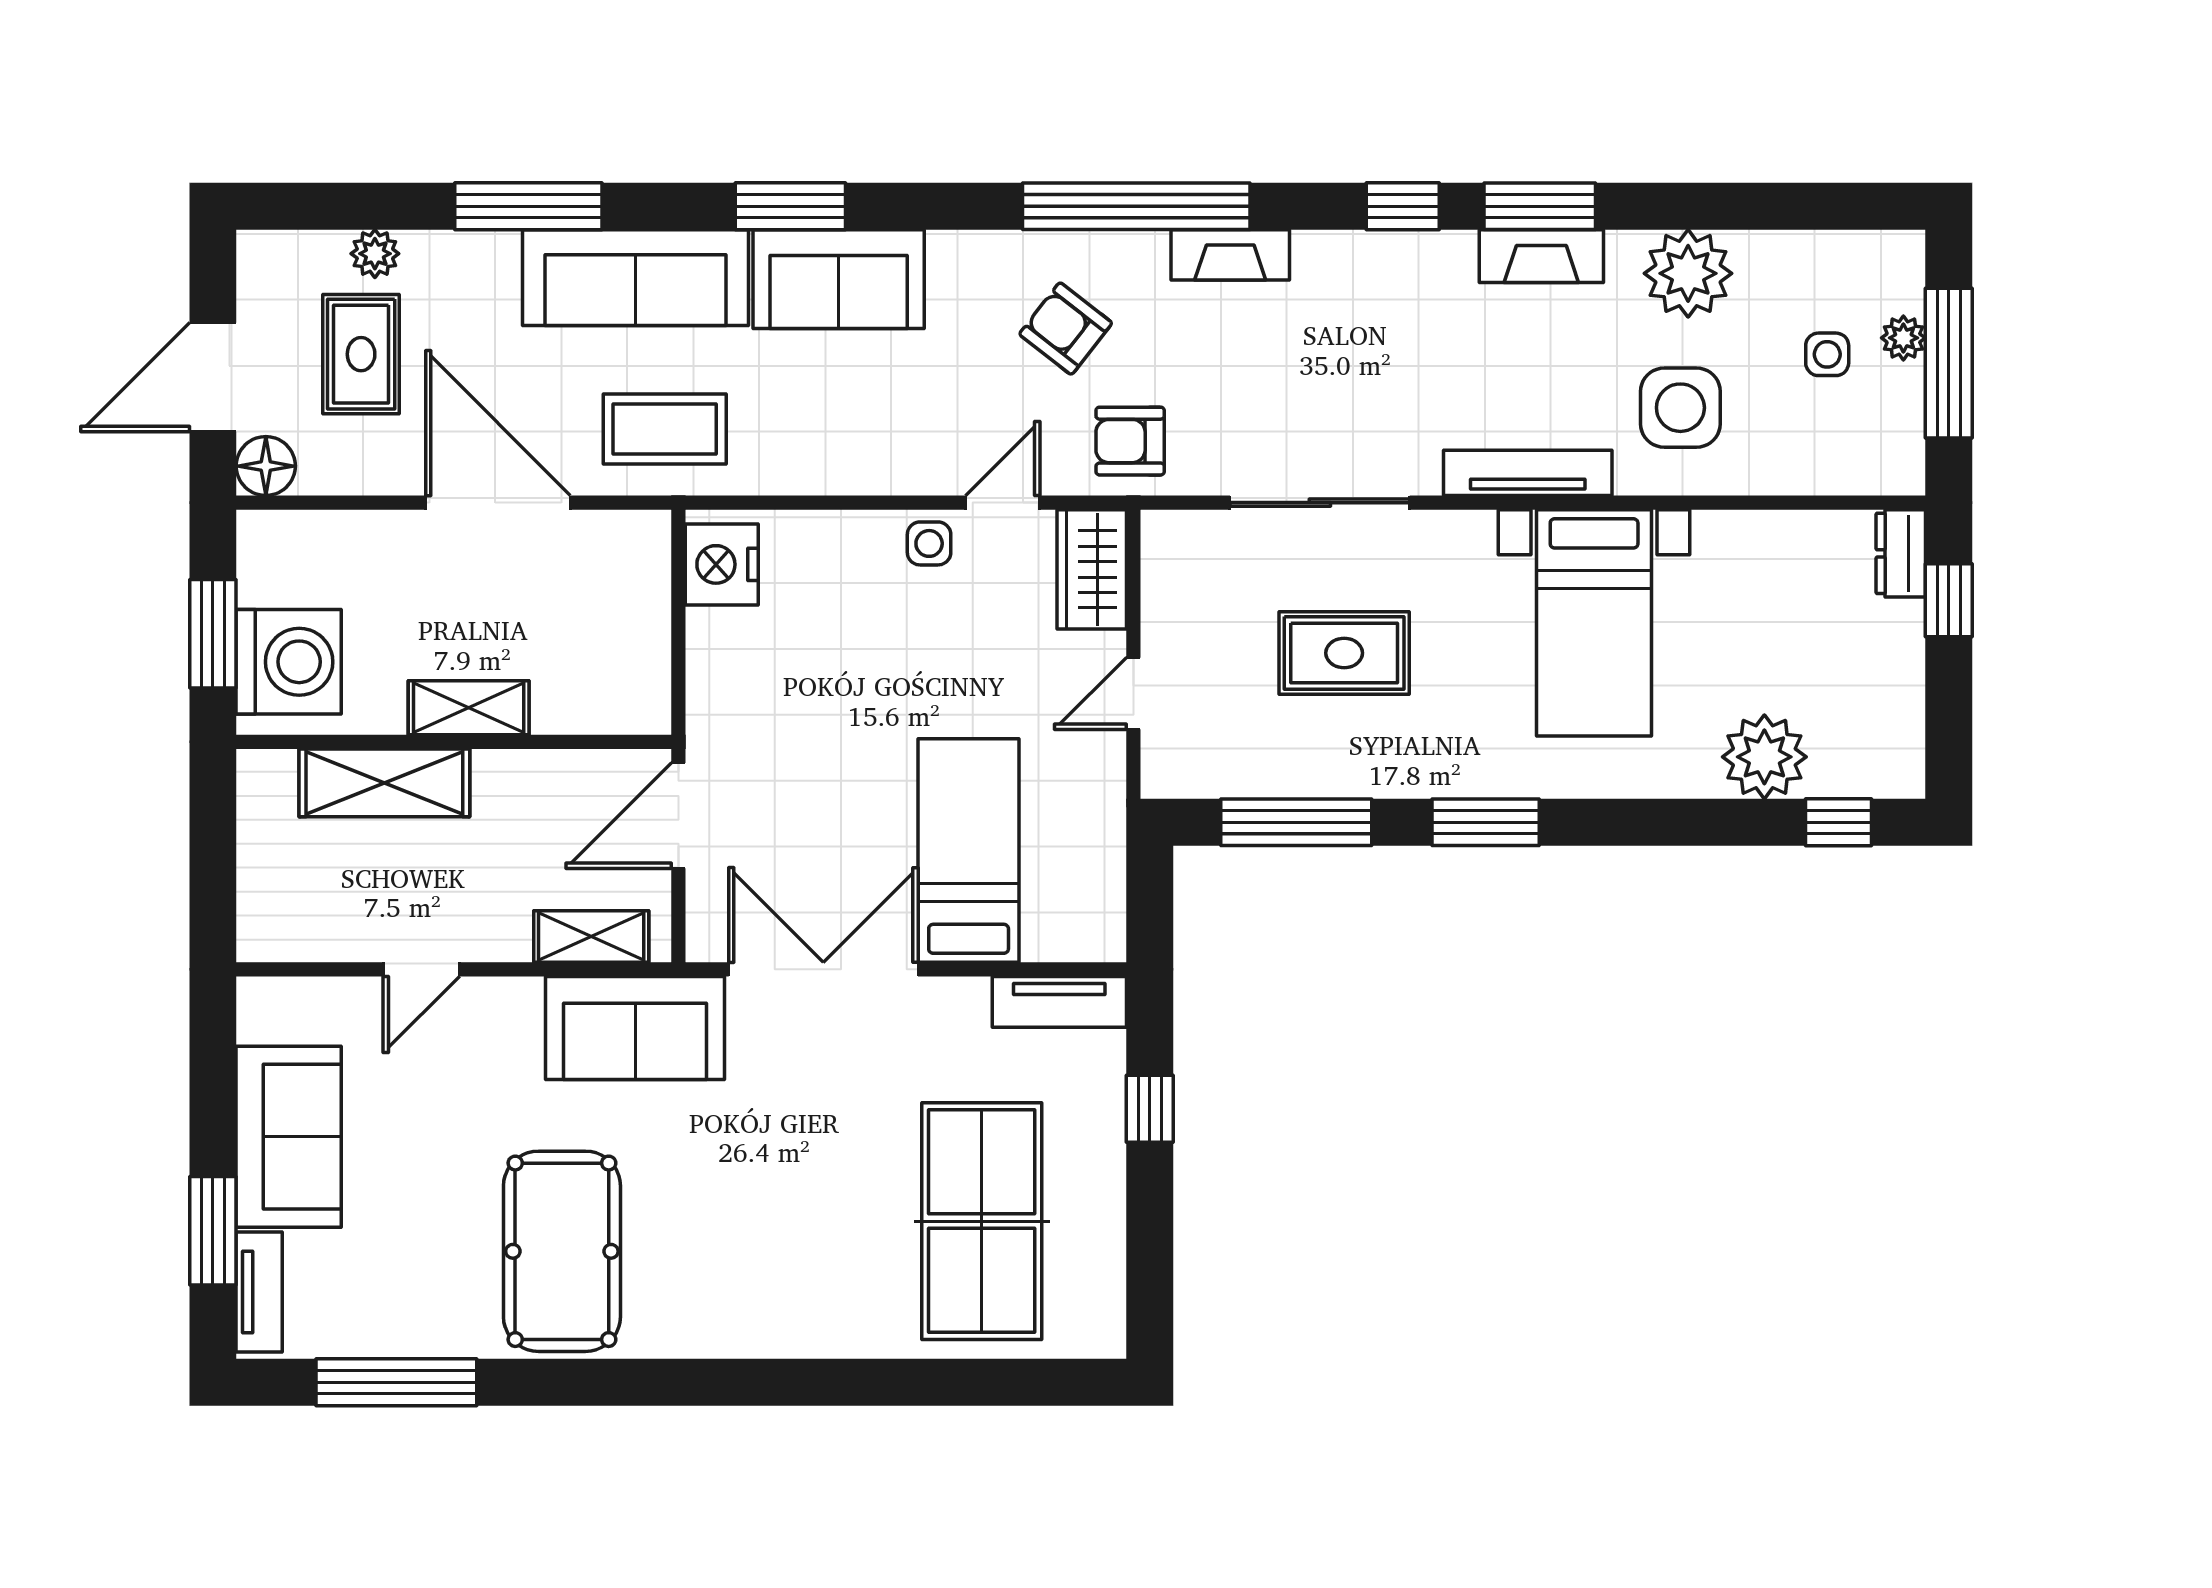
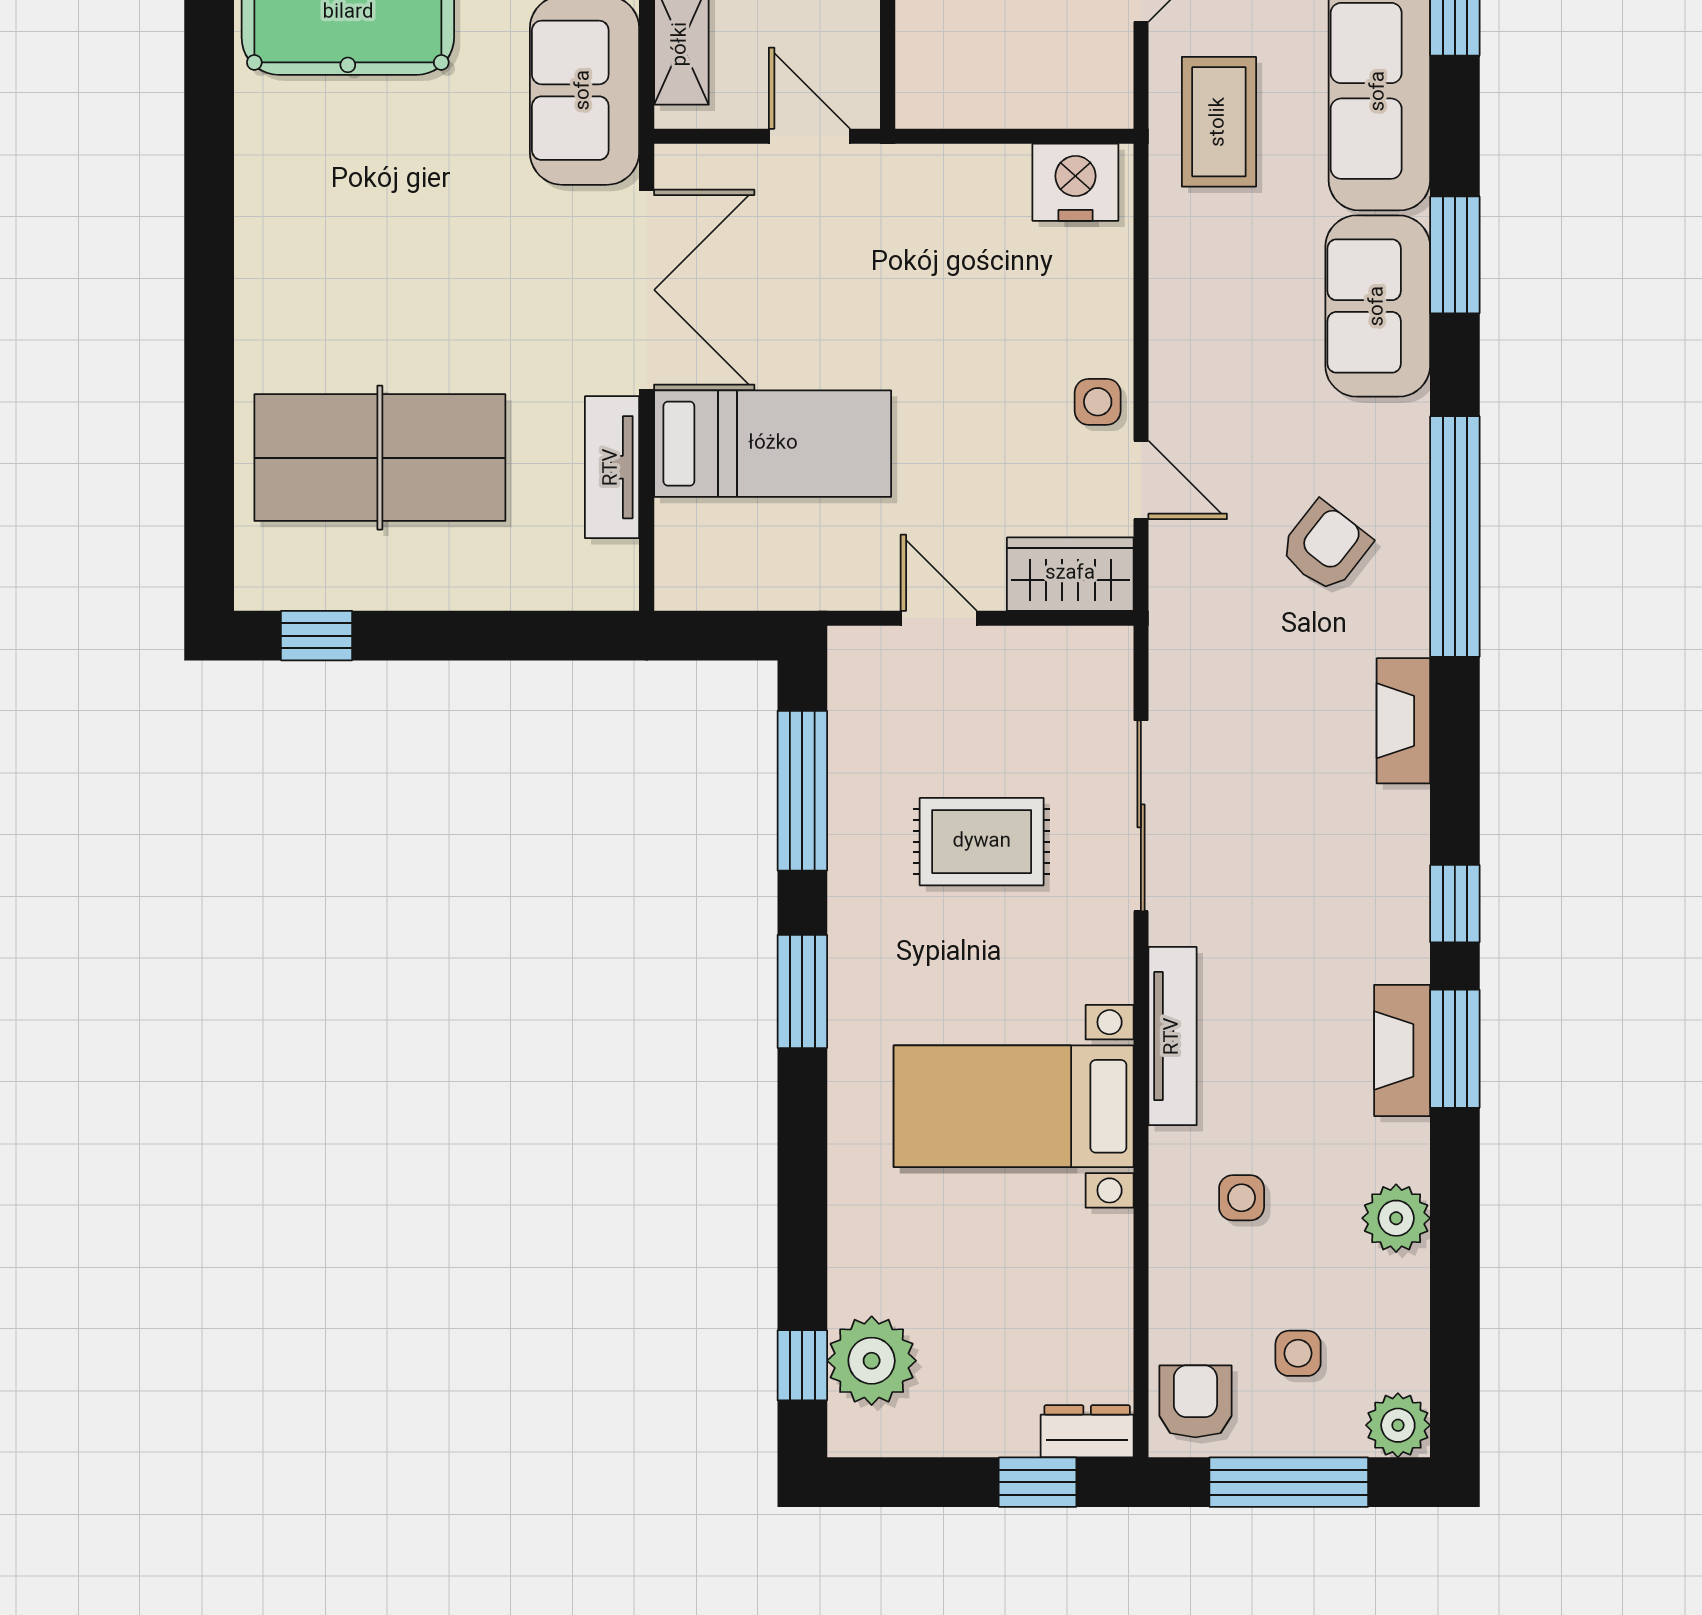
window: (1136, 206) -> (1455, 536), moved
plant: (1688, 273) -> (1396, 1218), width x0.73, depth x0.73
plant: (1903, 338) -> (1398, 1425), moved, width x1.38, depth x1.38
side table: (1680, 408) -> (1242, 1198), width x0.54, depth x0.54
armchair: (1130, 441) -> (1195, 1401), moved
rug: (1344, 653) -> (982, 842), turned 90
plant: (1764, 757) -> (872, 1361), moved
door: (678, 816) -> (809, 136), width x0.73
tv unit: (1059, 1002) -> (612, 467), moved
window: (1150, 1109) -> (317, 636), moved

